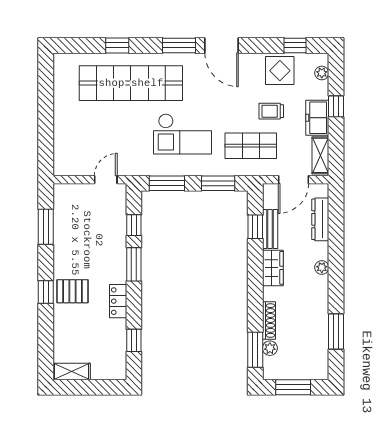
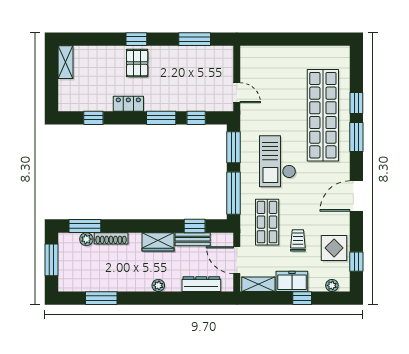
window: (179, 45) -> (356, 137), moved
window: (218, 183) -> (233, 193), width x1.44

